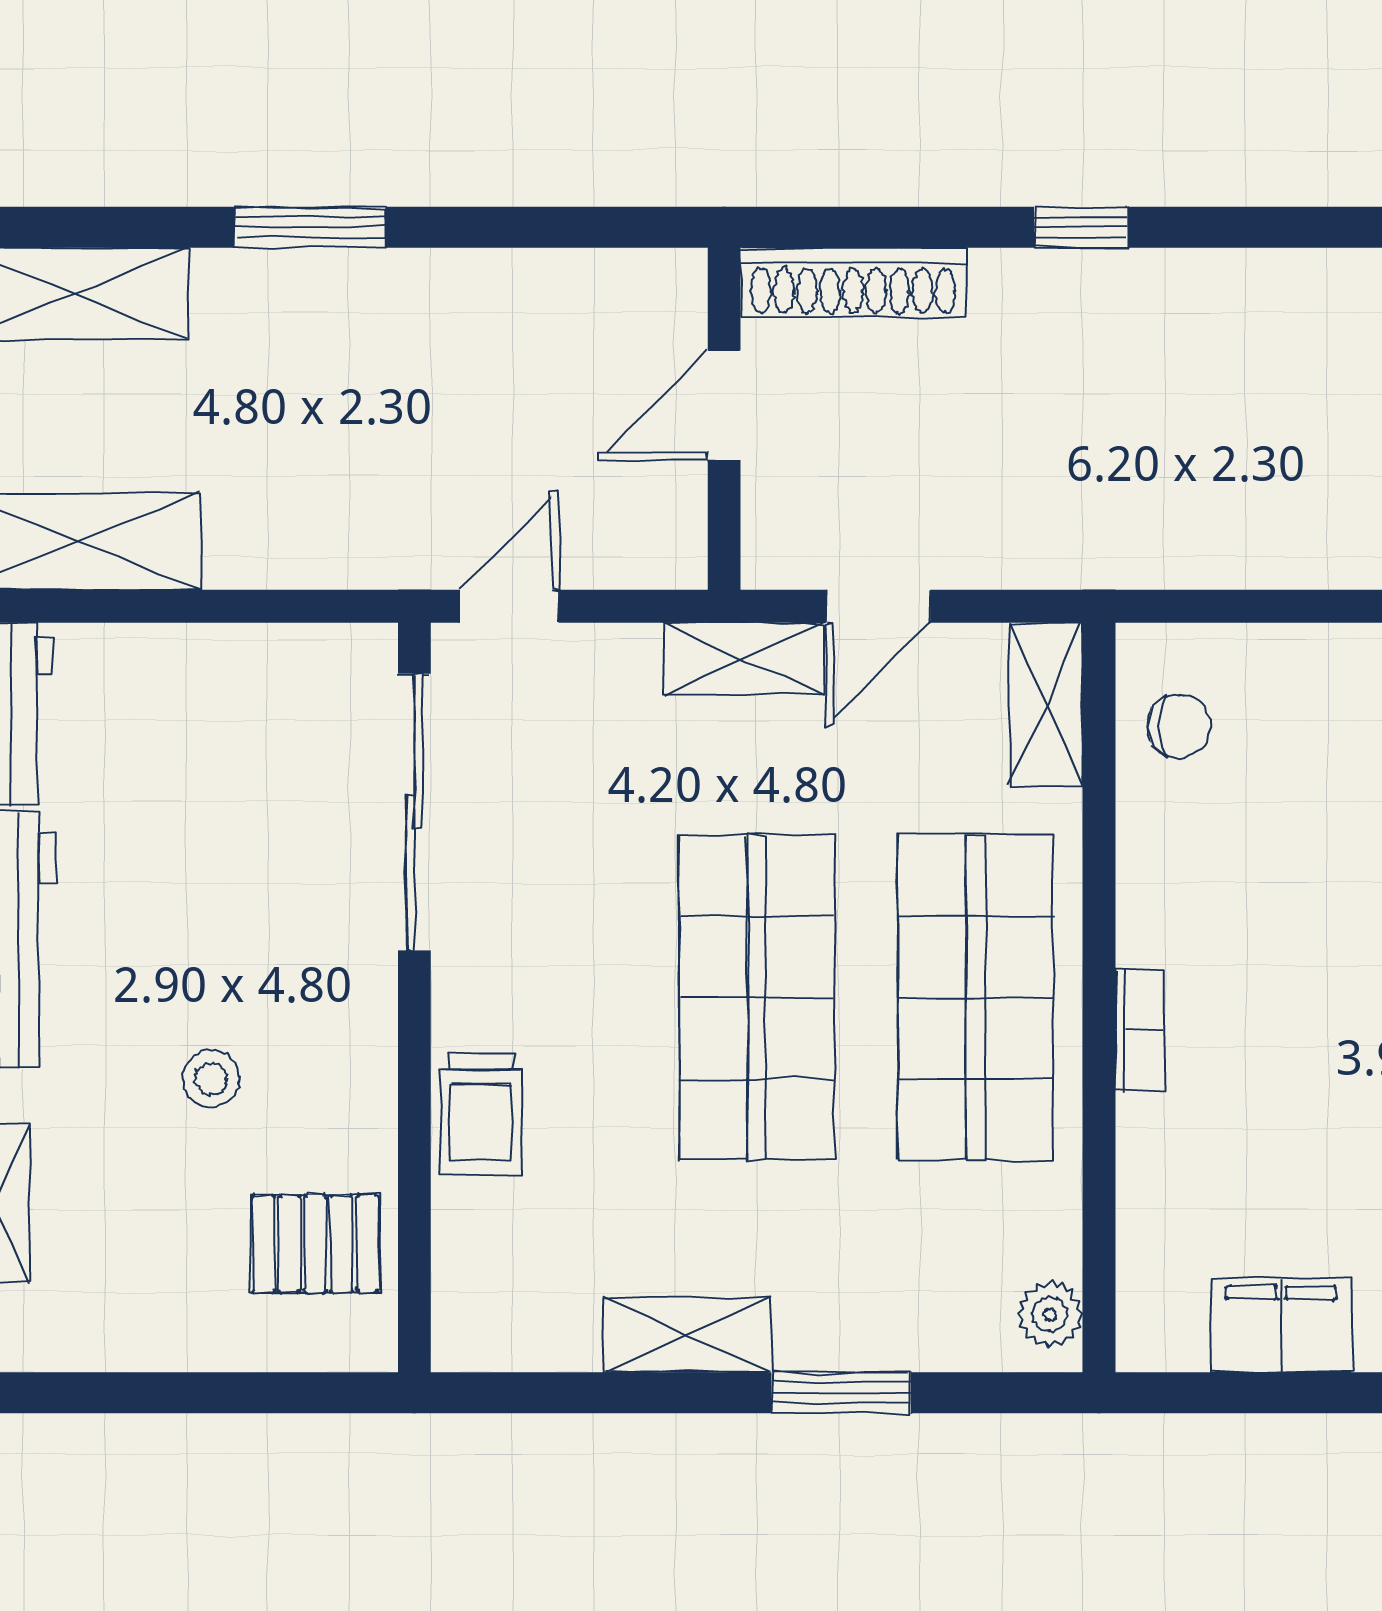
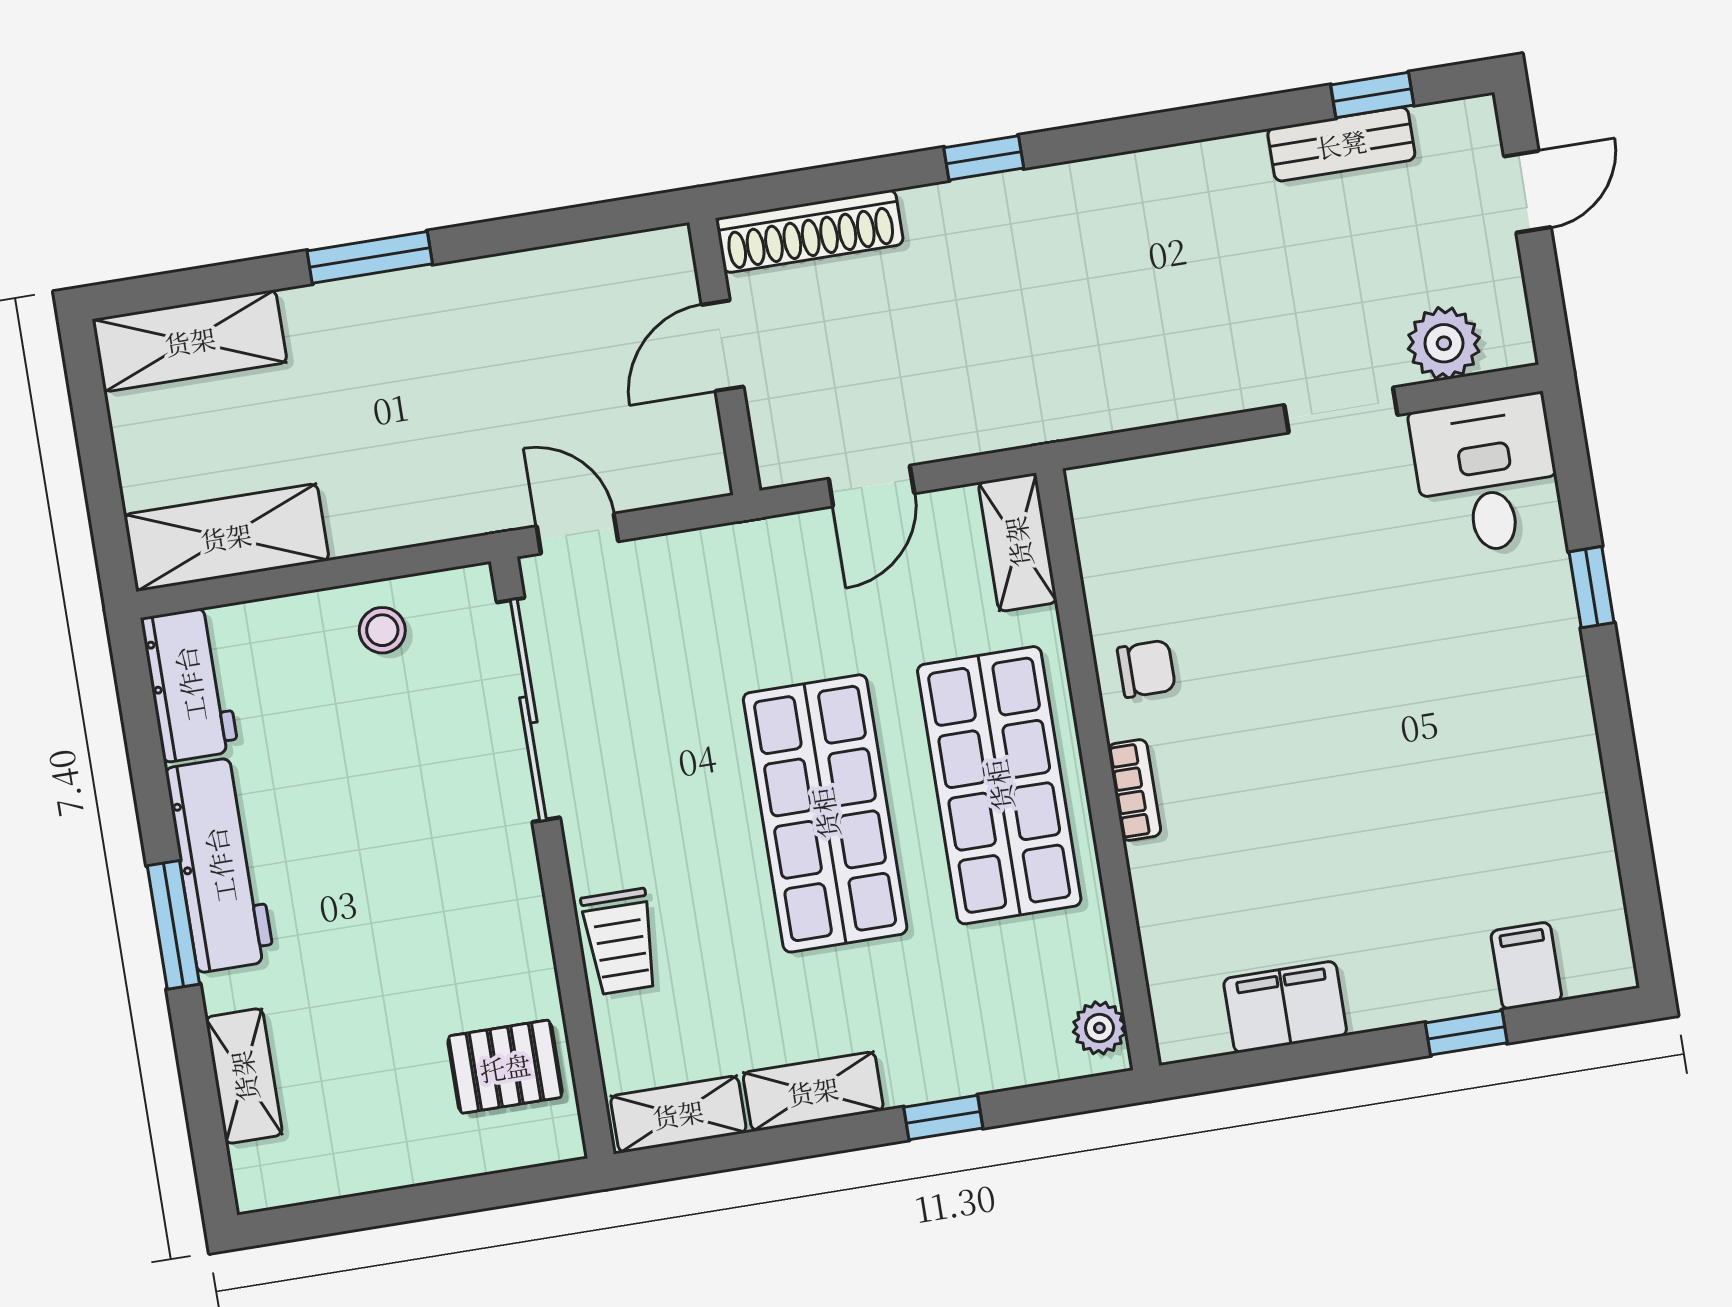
door: (509, 606) -> (577, 534), hinge flipped
shelving: (744, 659) -> (678, 1114), moved
chair: (1179, 726) -> (1146, 669), moved
stool: (211, 1079) -> (382, 630), moved
window: (841, 1393) -> (943, 1118), width x0.67

